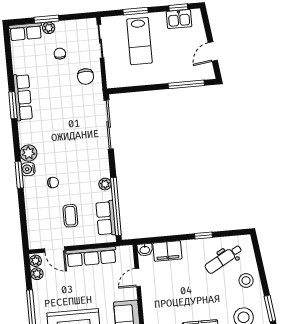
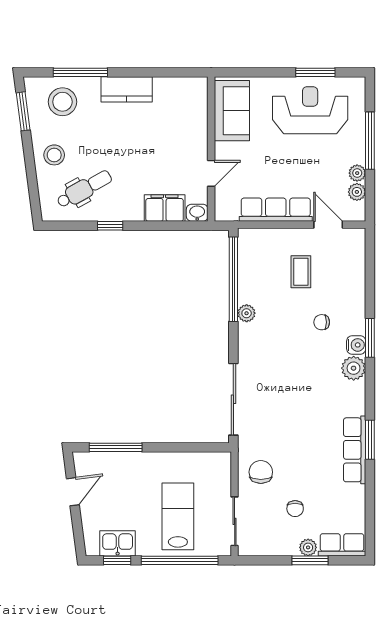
window: (136, 11) -> (180, 560), width x2.11
row of seats: (106, 218) -> (250, 264), removed
plant: (36, 261) -> (357, 173), moved

